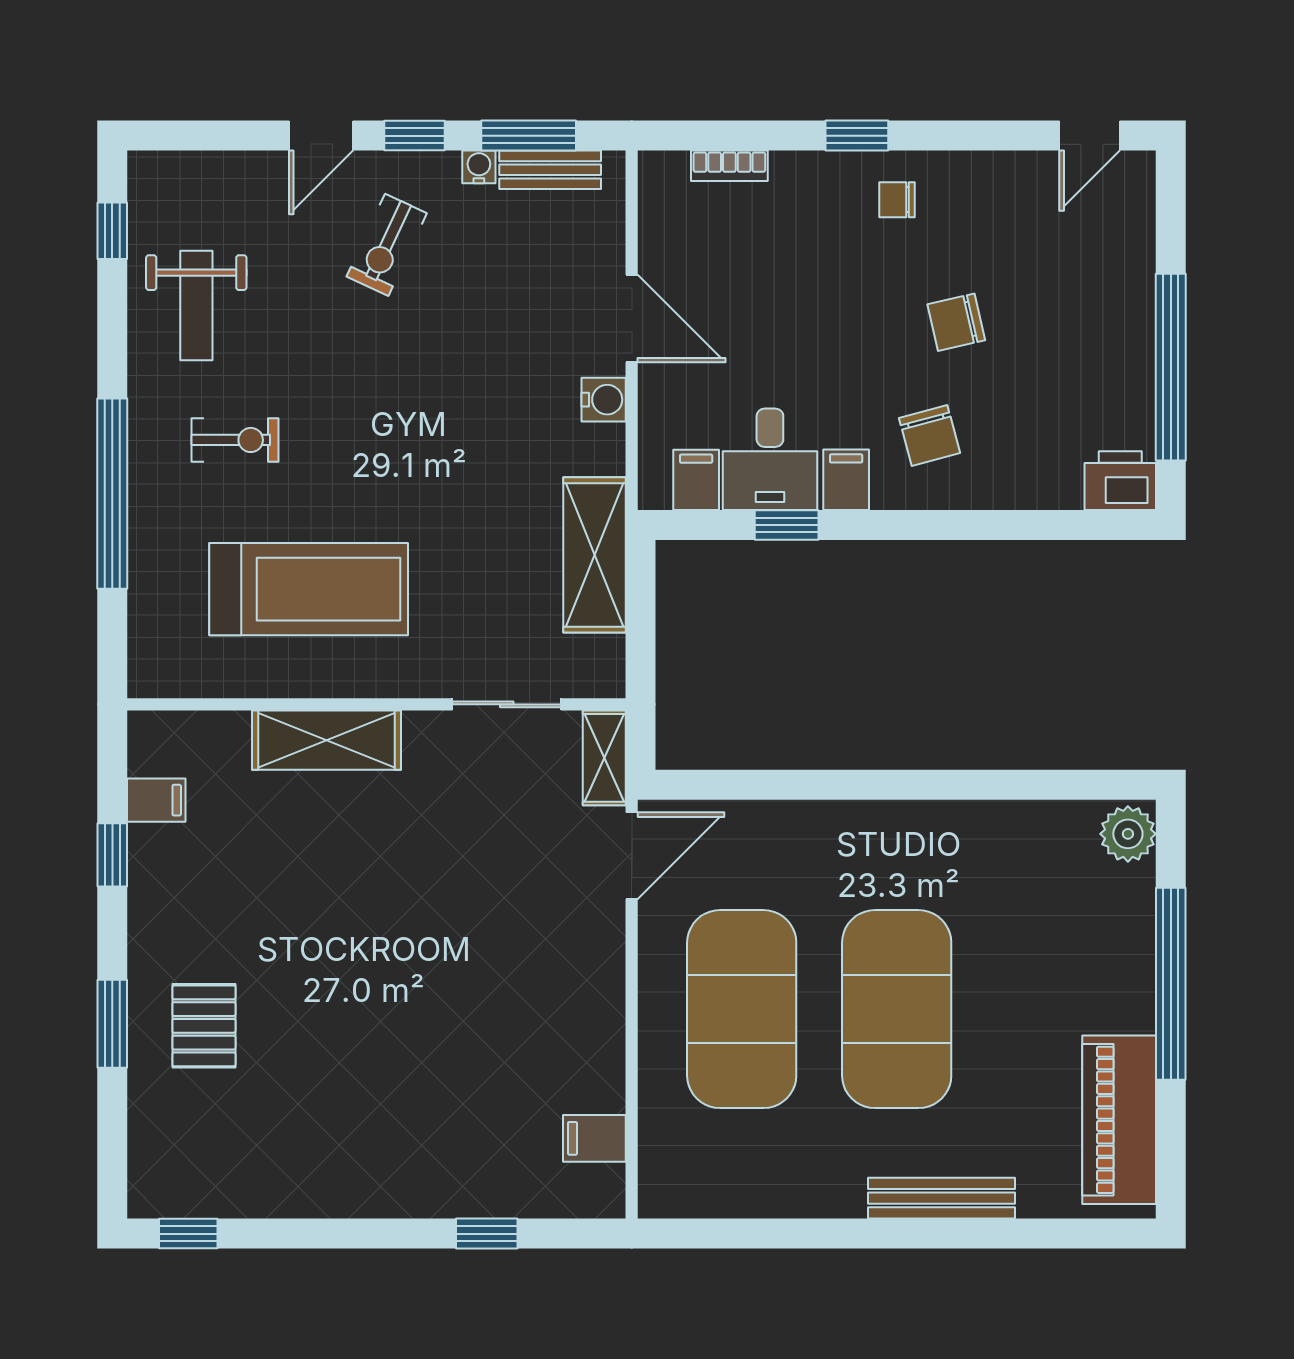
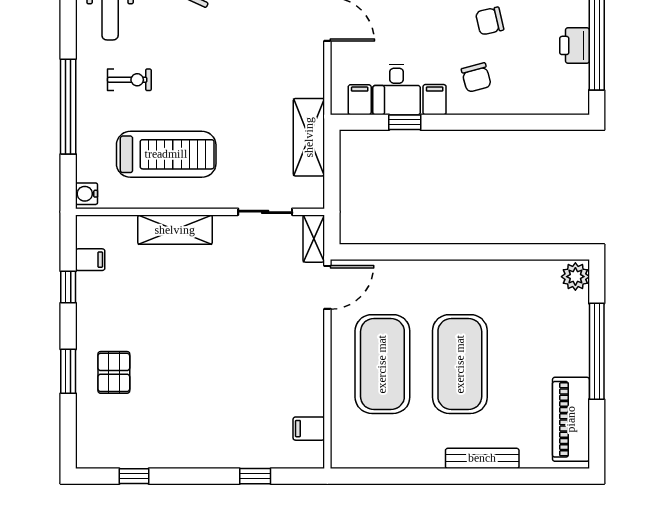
water cooler: (604, 400) -> (87, 194), moved, turned 180
printer: (1120, 481) -> (575, 45), moved, turned -90
window: (188, 1234) -> (134, 476), moved

